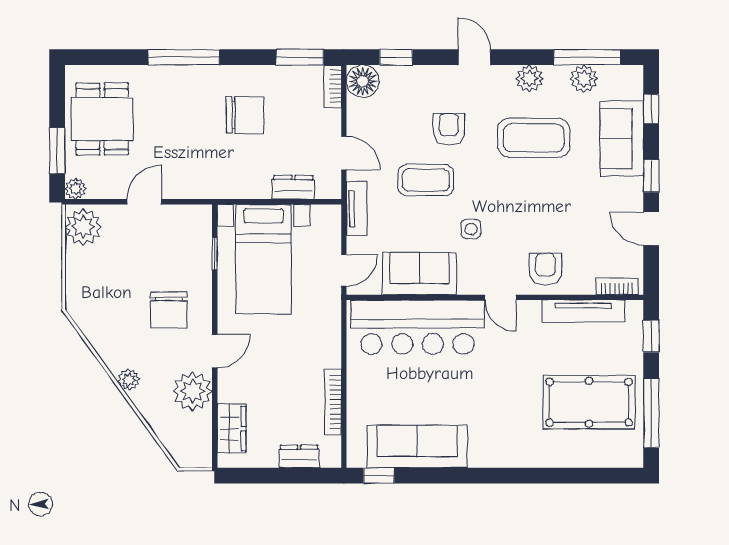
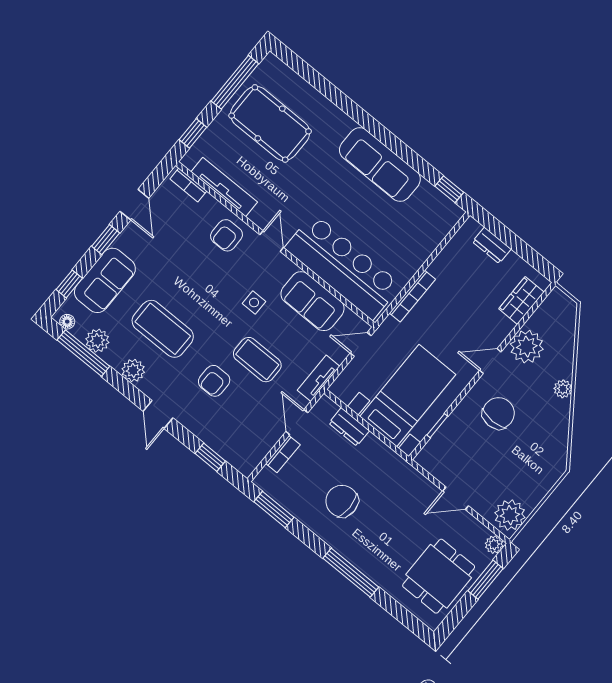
floor lamp: (363, 81) -> (67, 322), moved, width x0.53, depth x0.53
bookcase: (333, 86) -> (283, 454), moved
bookcase: (333, 402) -> (412, 296), moved
sofa: (417, 447) -> (380, 165), moved

